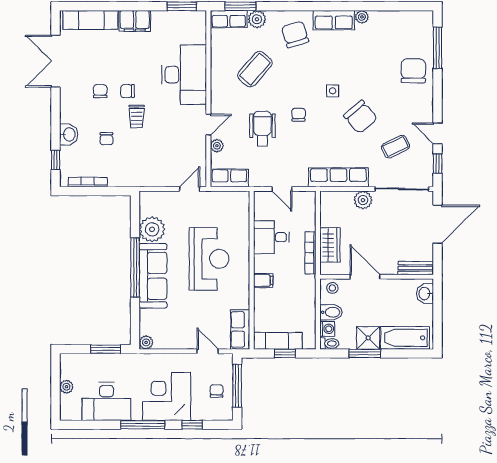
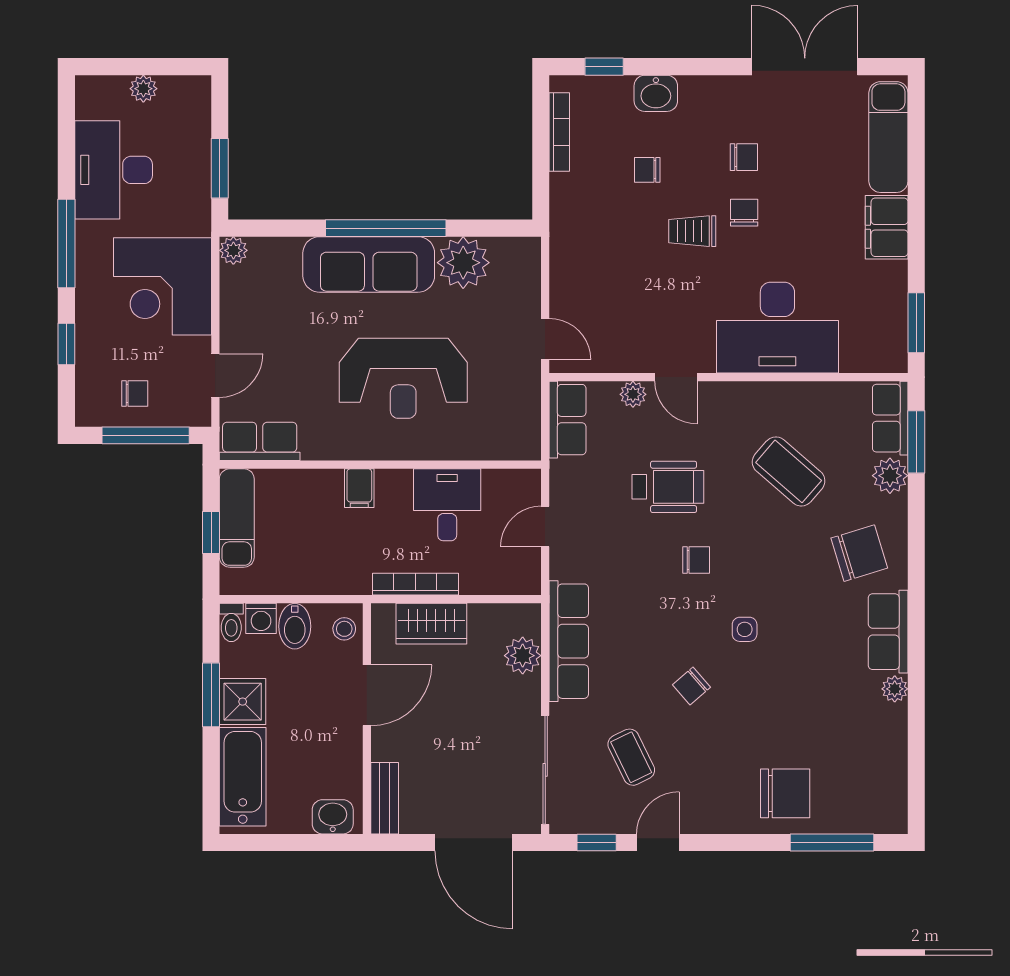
chair: (361, 117) -> (692, 686), width x0.54, depth x0.54
plant: (363, 200) -> (523, 656), moved
corner desk: (167, 396) -> (163, 286), moved, turned 180

